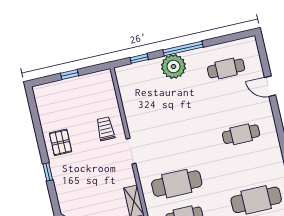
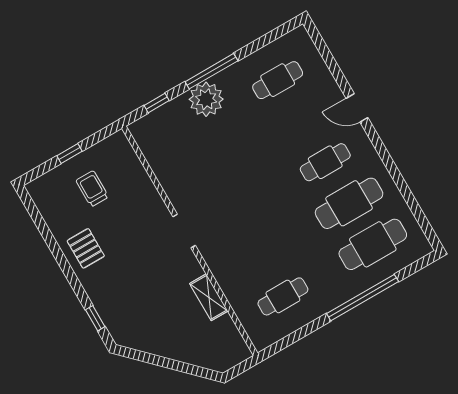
door: (270, 86) -> (357, 108), moved
trolley: (105, 129) -> (92, 189), moved
window: (48, 172) -> (95, 318), moved
cafe table: (177, 184) -> (349, 203), moved

